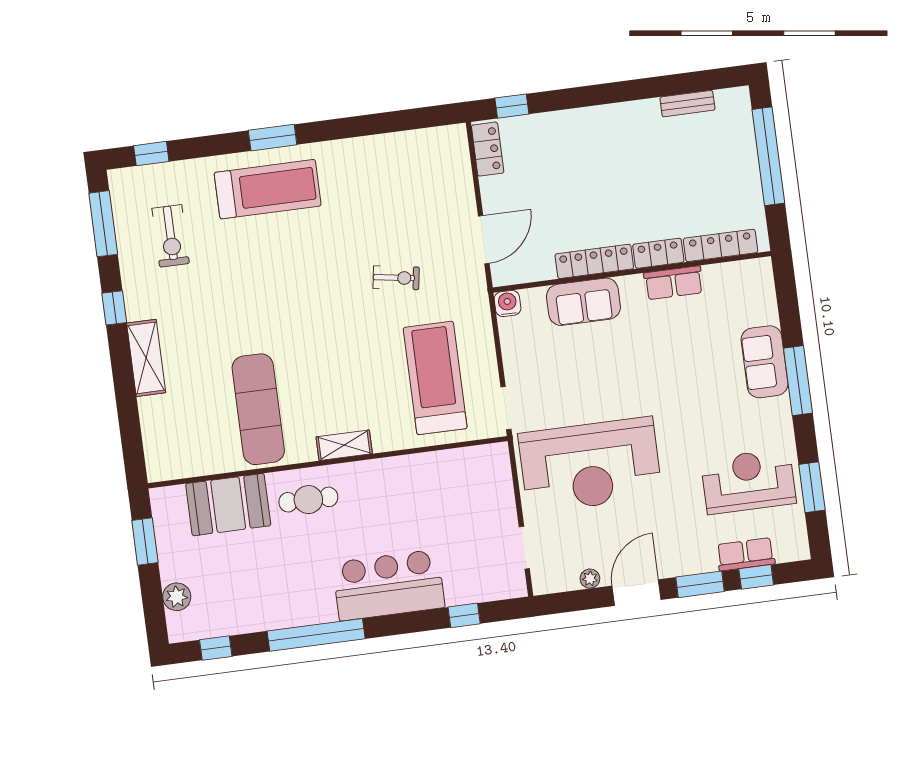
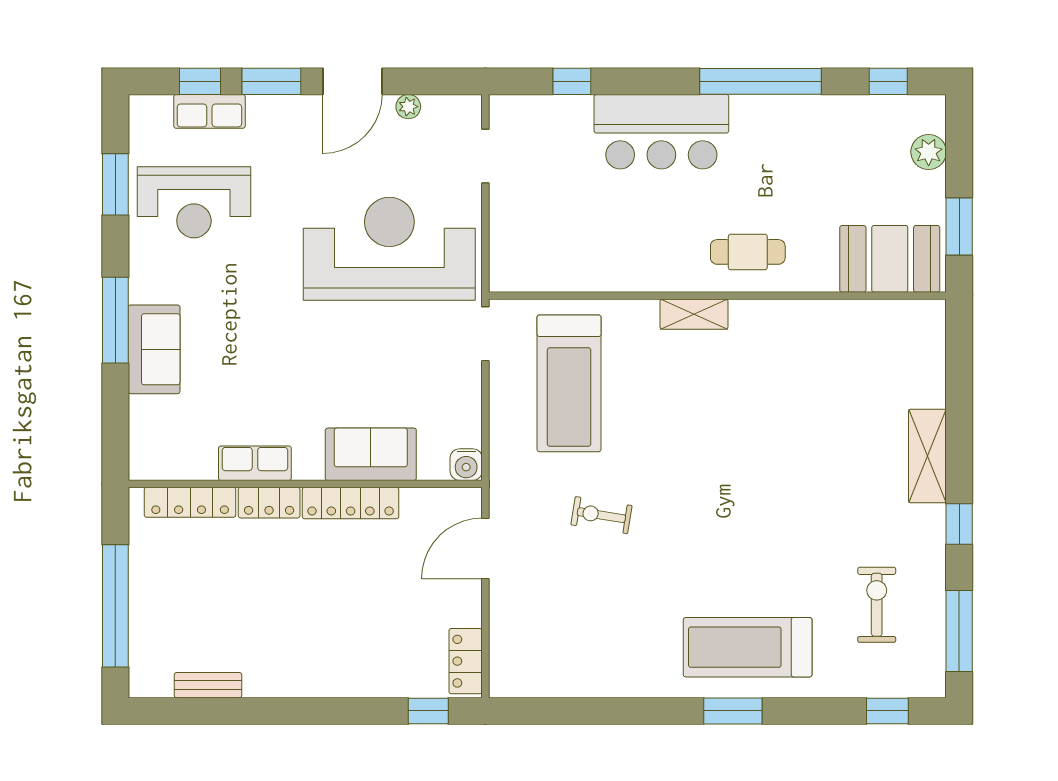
exercise mat: (258, 409) -> (796, 373), removed
booth: (228, 505) -> (890, 259), moved

